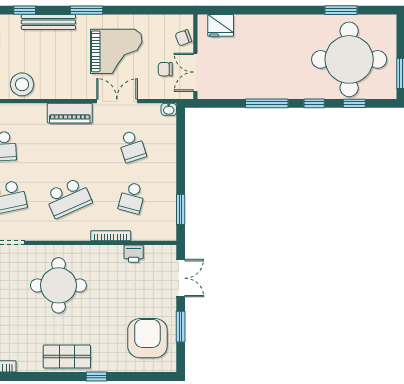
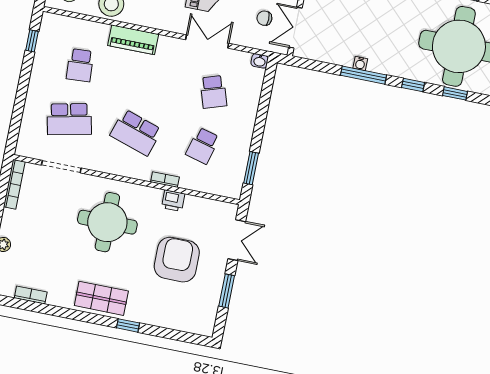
water cooler: (262, 93) -> (360, 64), added
piano: (70, 113) -> (133, 40), moved
school desk: (68, 198) -> (136, 132), turned 42
bookcase: (111, 236) -> (165, 180), width x0.64
printer: (134, 254) -> (173, 201), moved
armchair: (147, 338) -> (177, 260), moved

